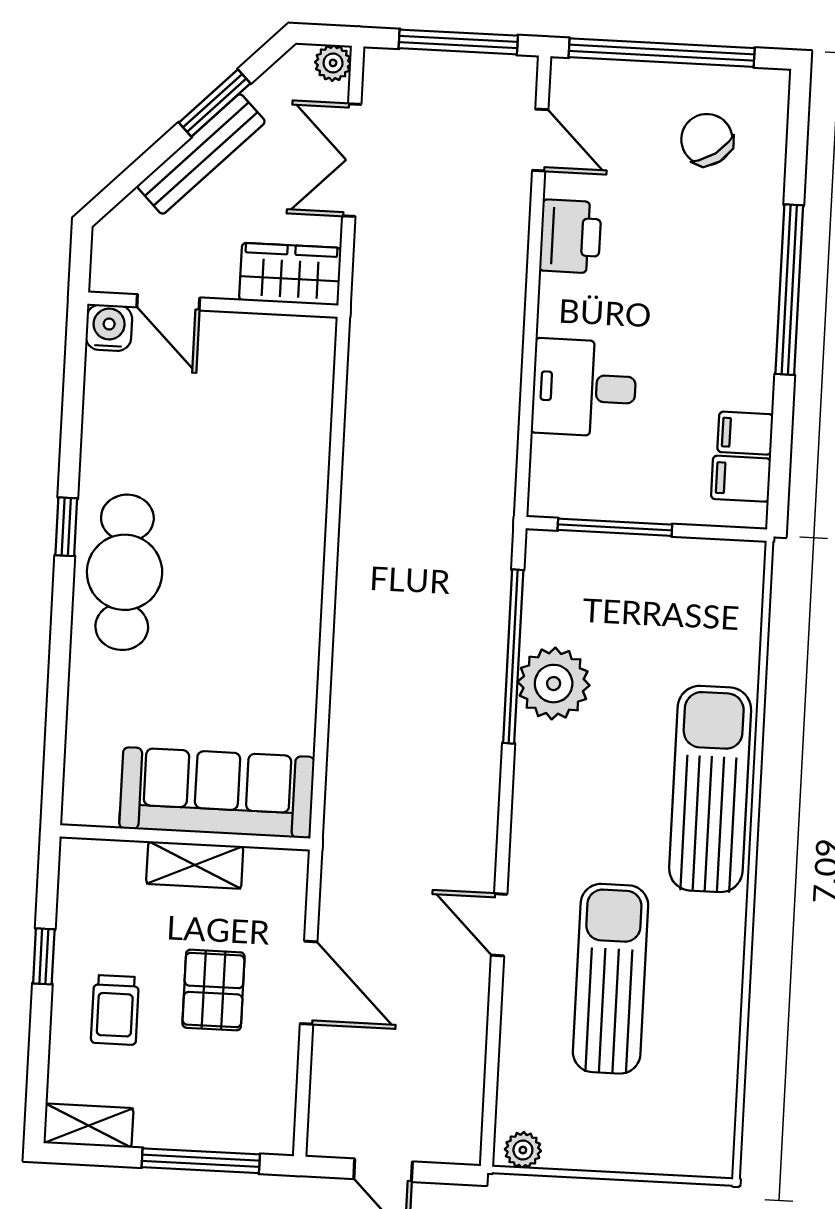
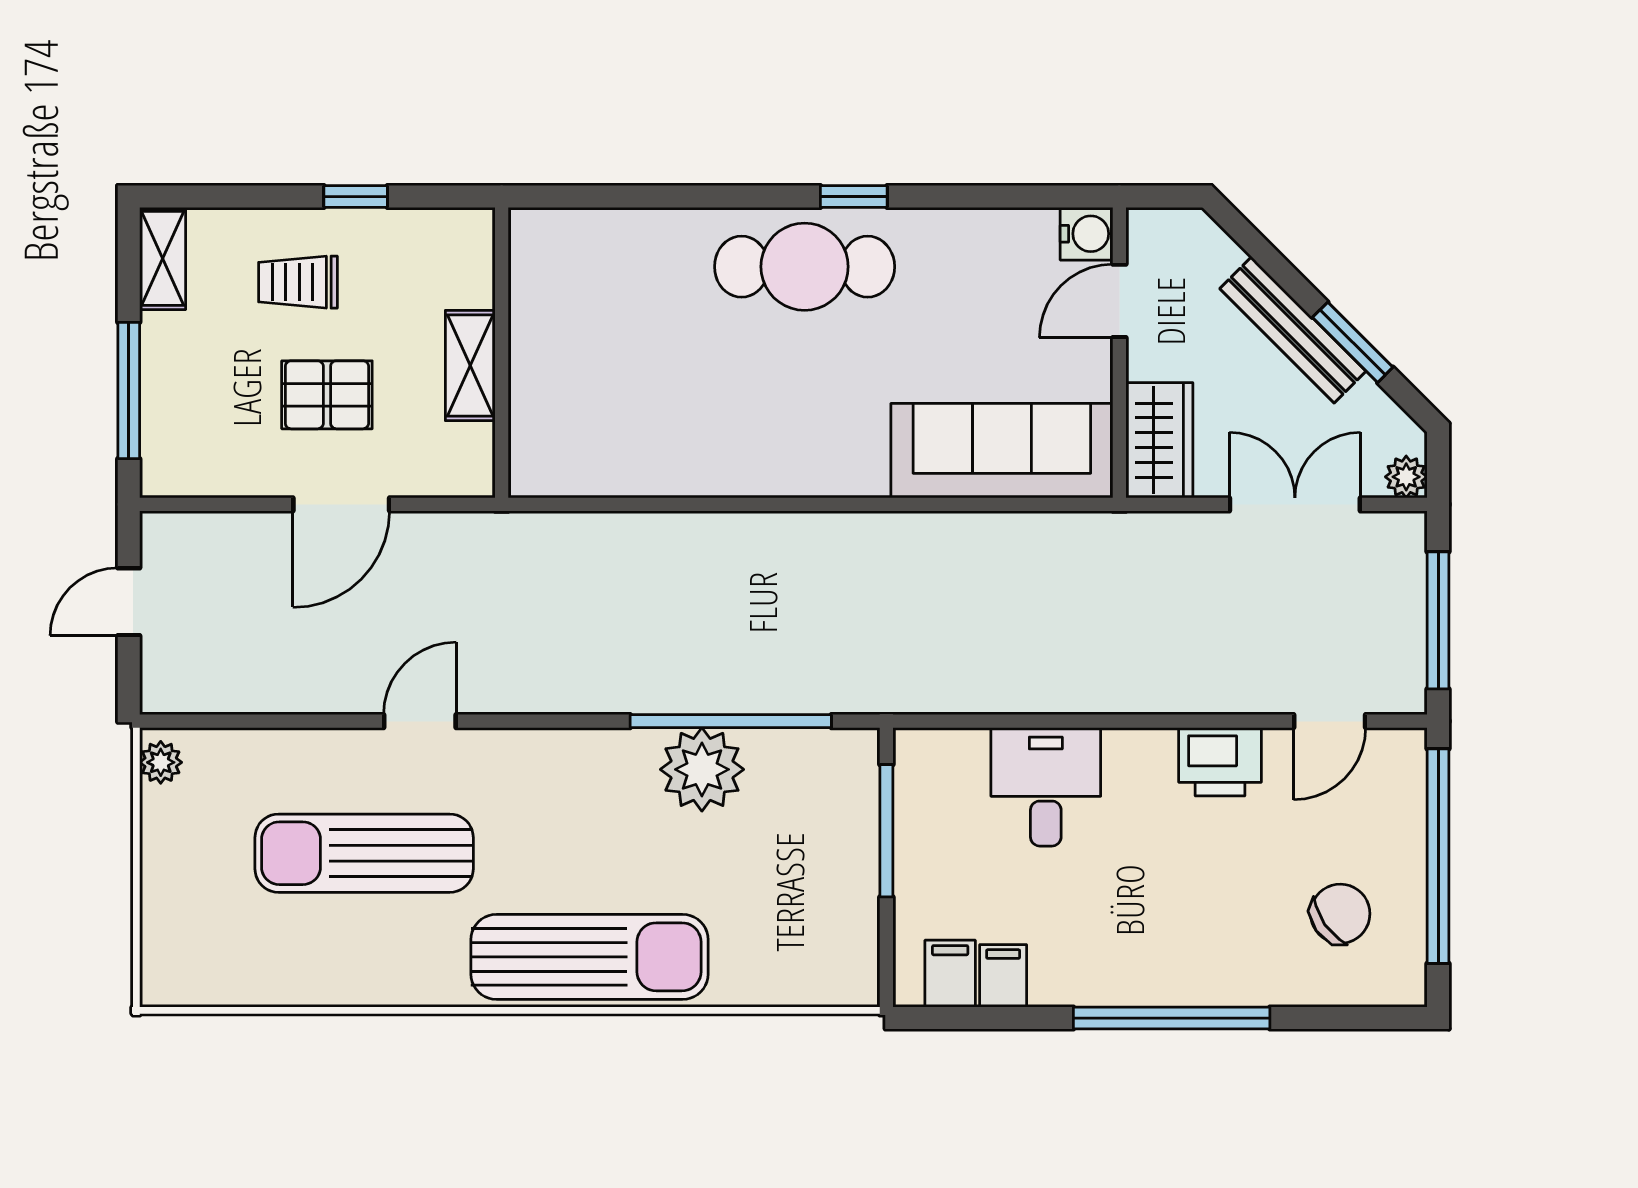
sofa: (217, 793) -> (1002, 451), moved, turned -90
sun lounger: (611, 979) -> (364, 853), turned 180

